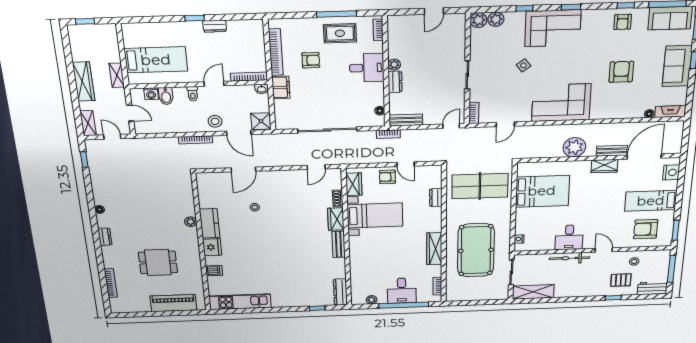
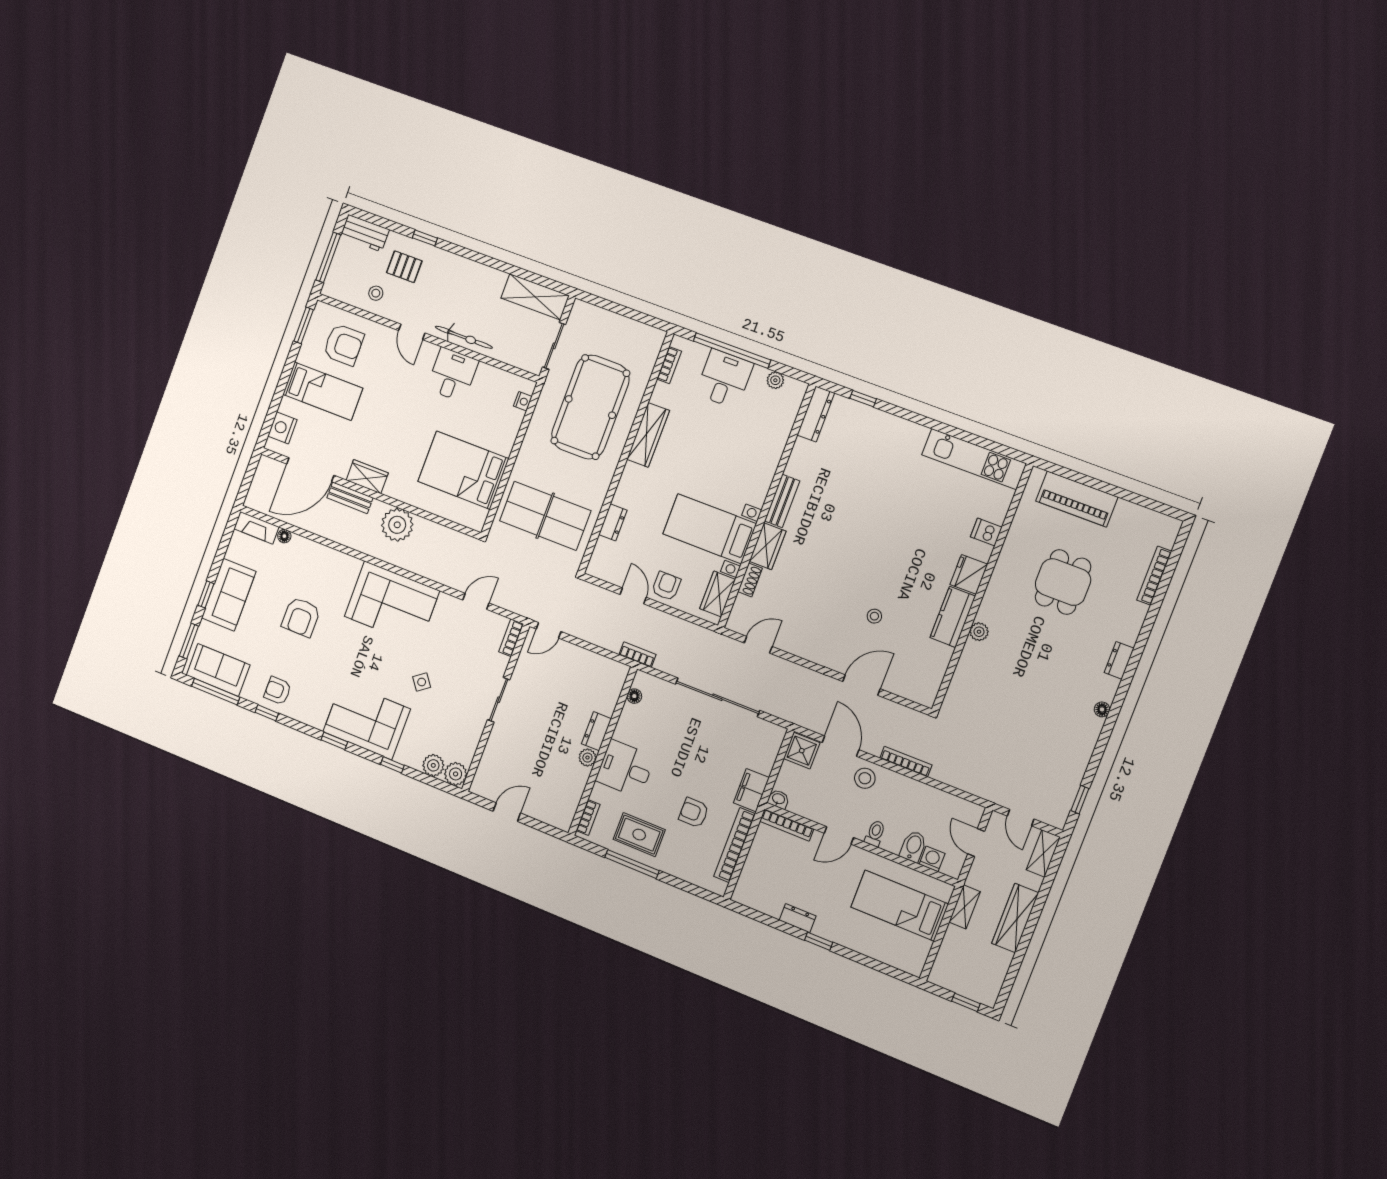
armchair: (623, 22) -> (278, 691), turned -90
bench: (406, 120) -> (605, 666), removed
armchair: (387, 177) -> (666, 586), turned -90
dining table: (158, 262) -> (1063, 582), turned 90

